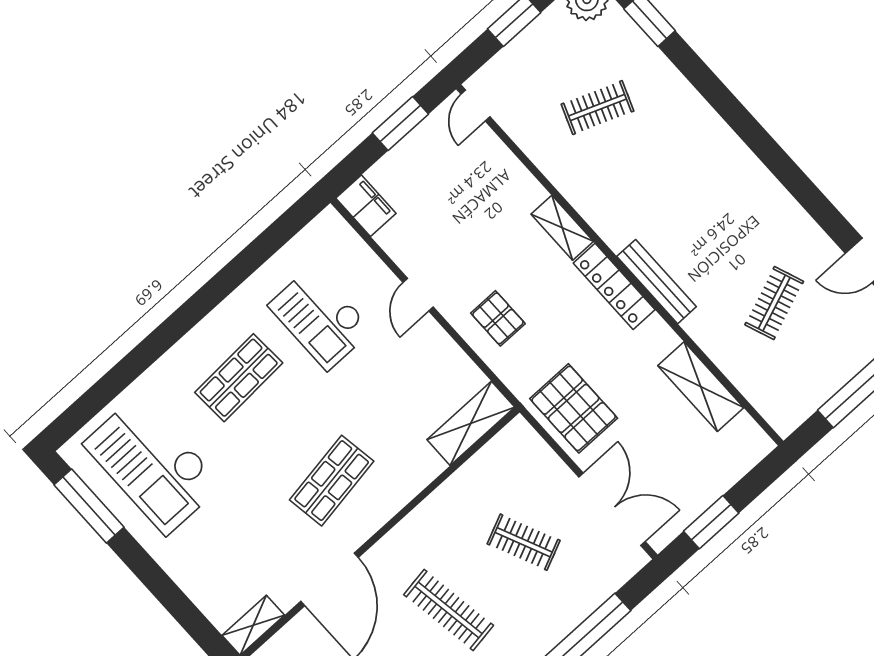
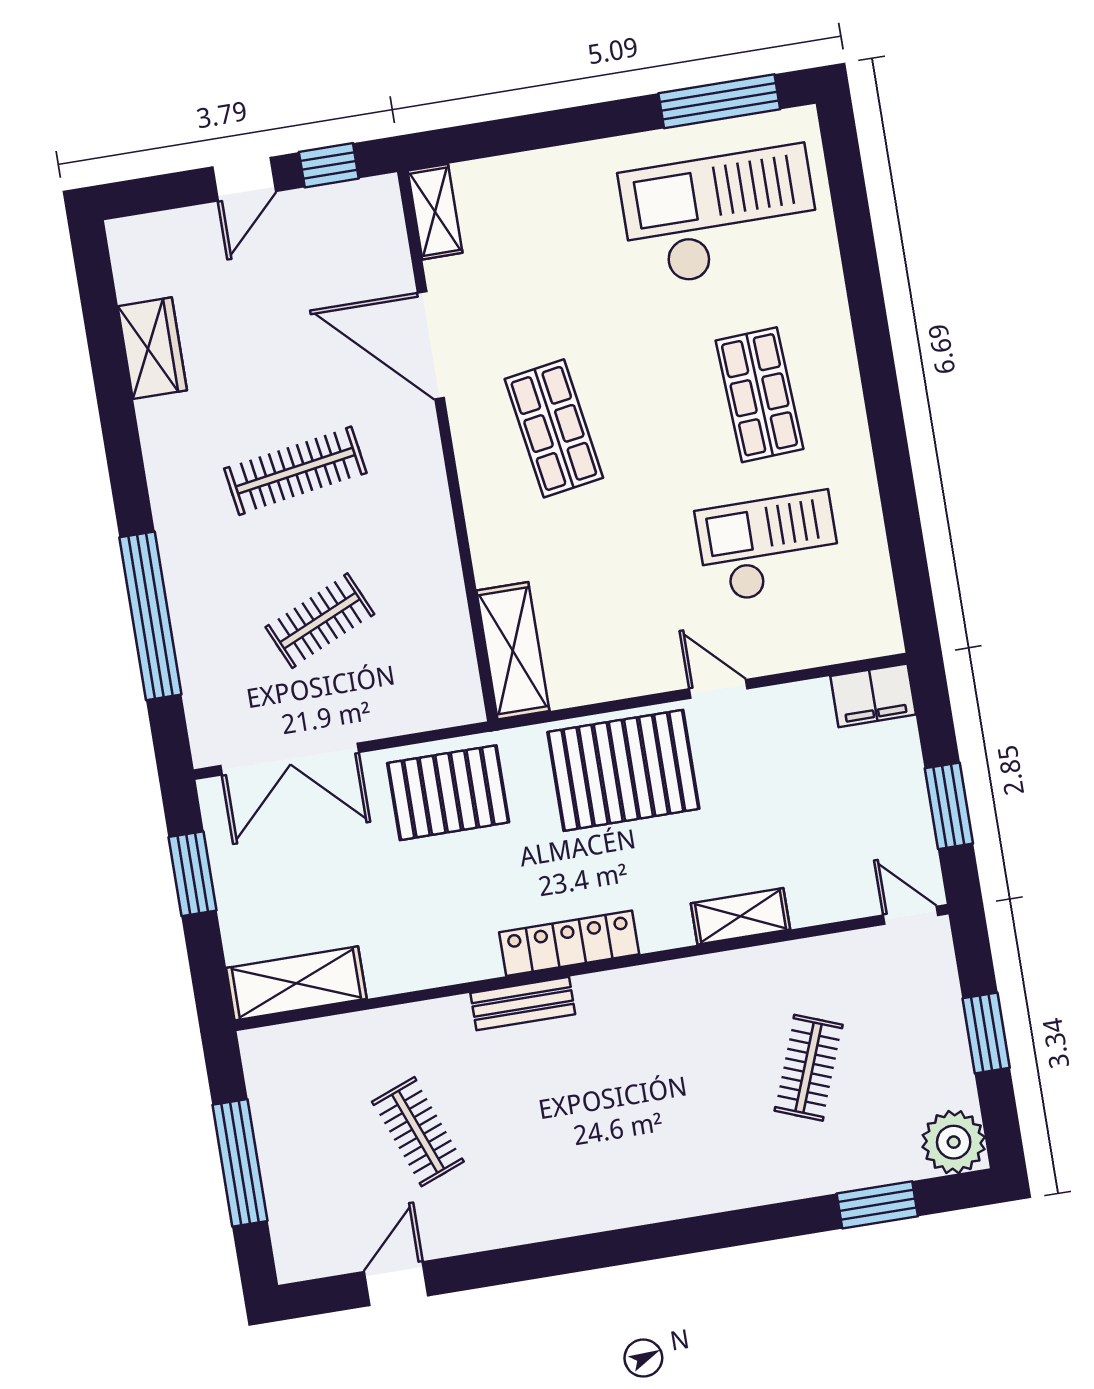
shelving: (562, 228) -> (740, 916), moved
bench: (657, 282) -> (523, 1004), width x0.73
pallet: (498, 318) -> (623, 770), width x2.05, depth x2.00
shelving: (701, 387) -> (296, 983), moved

